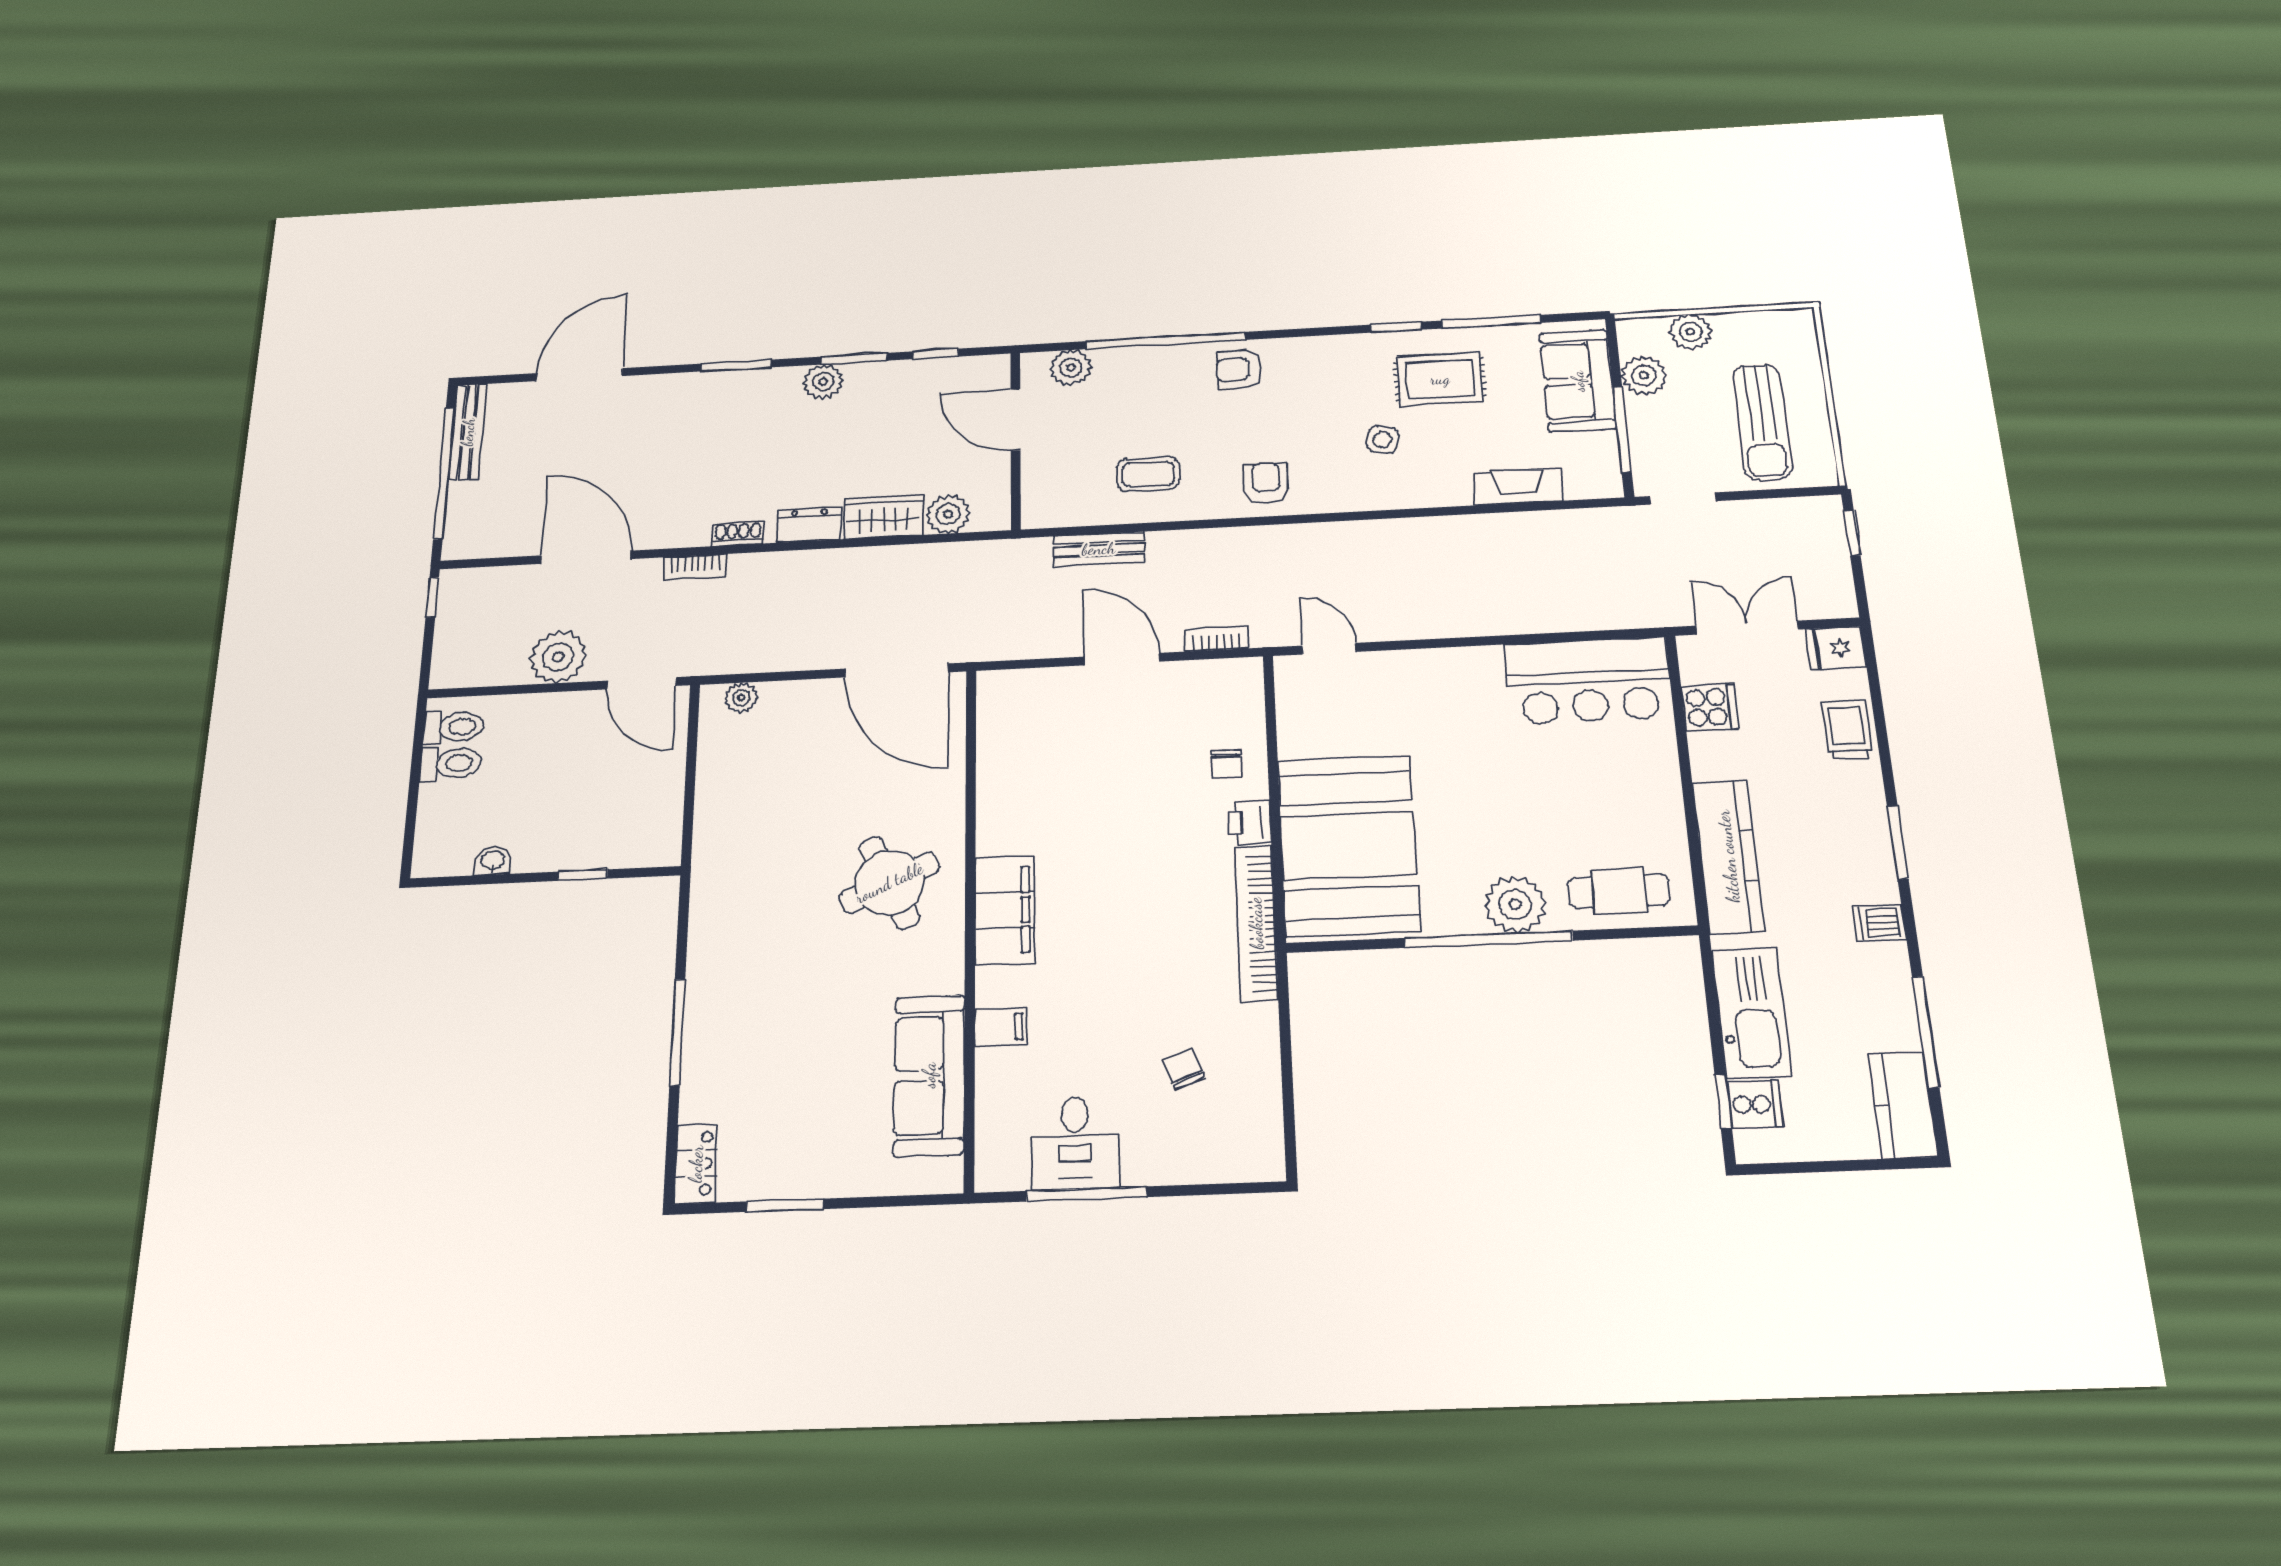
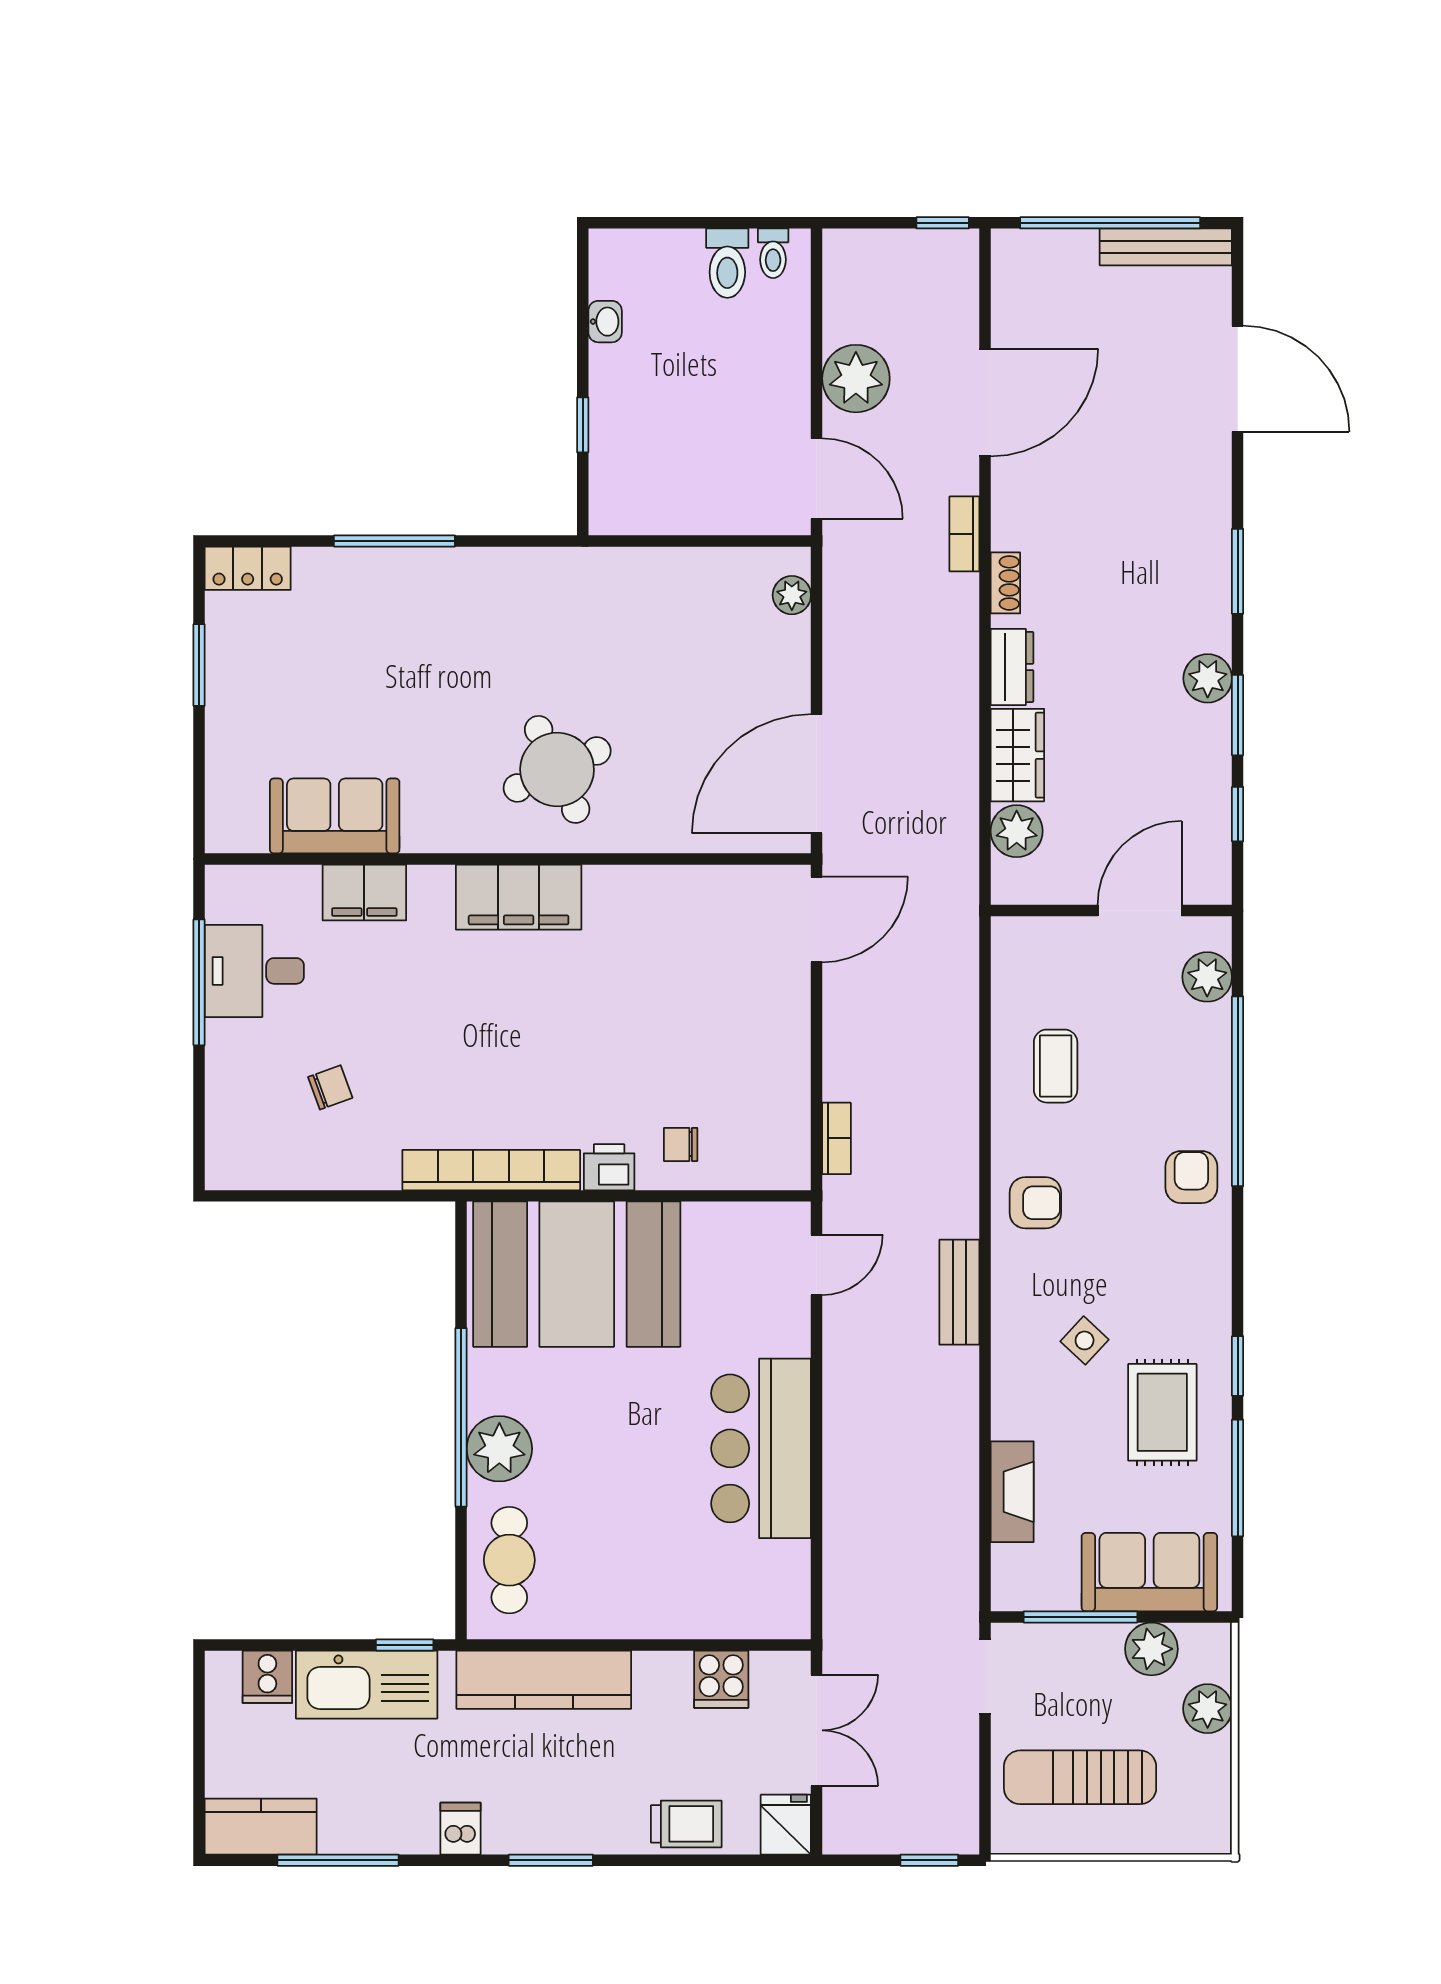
side table: (1382, 440) -> (1085, 1340), turned 31
bench: (1099, 549) -> (959, 1292), moved
door: (1122, 659) -> (817, 920), moved
bar counter: (1588, 681) -> (761, 1448), moved
door: (642, 683) -> (817, 479), swing flipped
toilet: (454, 727) -> (773, 253), width x0.73, depth x0.72
filing cabinet: (1001, 1027) -> (364, 893), width x2.00
sofa: (929, 1075) -> (335, 816), width x0.73
window: (1723, 1101) -> (405, 1645), moved

